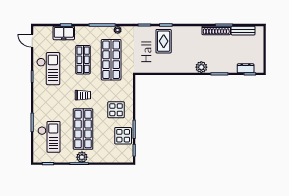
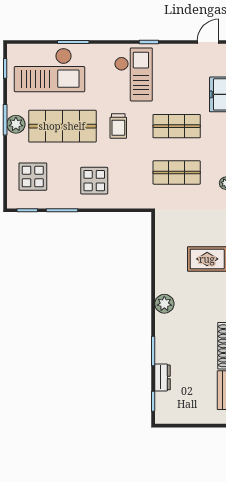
shop shelf: (111, 60) -> (177, 172), width x0.70, depth x0.74
plant: (201, 67) -> (164, 304), moved
dresser: (246, 68) -> (162, 377), moved
checkout: (48, 69) -> (133, 74), moved, turned -90
display table: (123, 136) -> (33, 177), moved
checkout: (49, 137) -> (50, 70), width x1.36, depth x1.21

